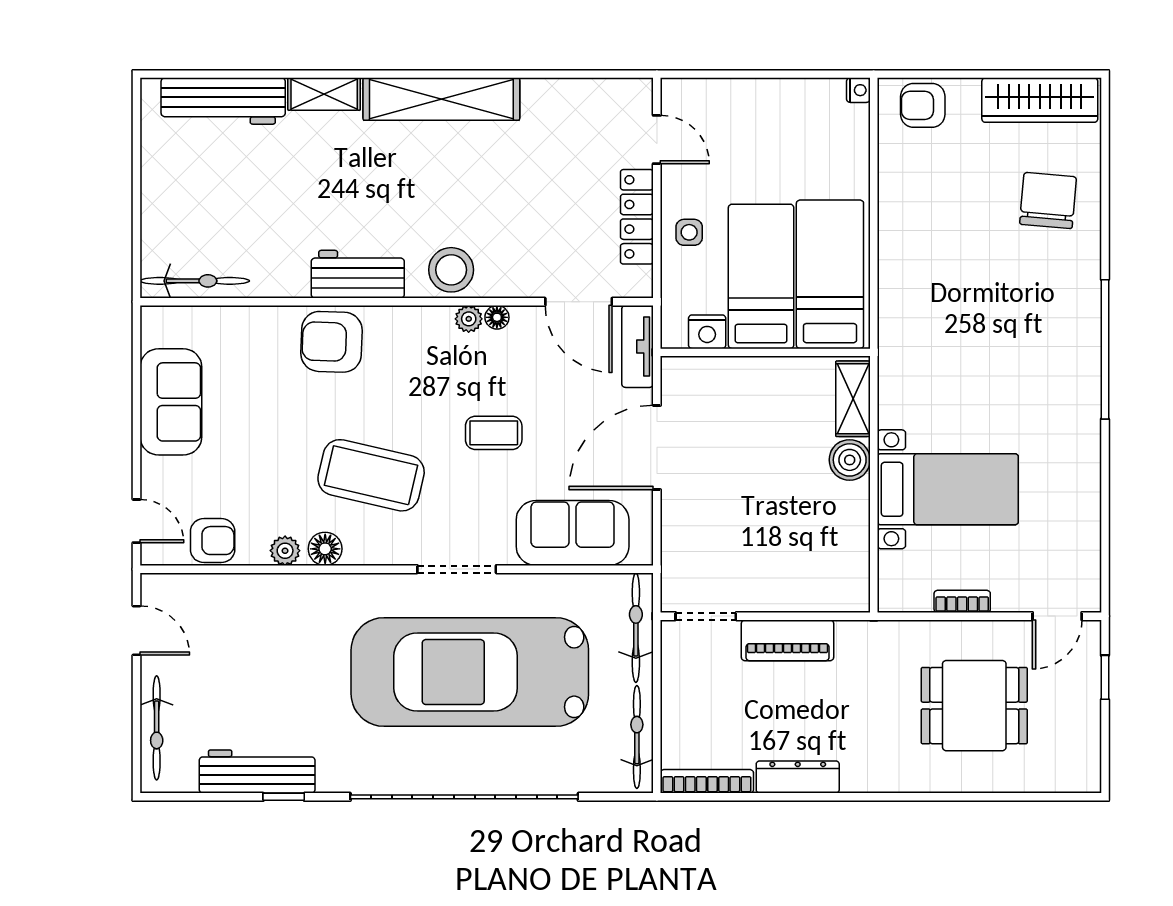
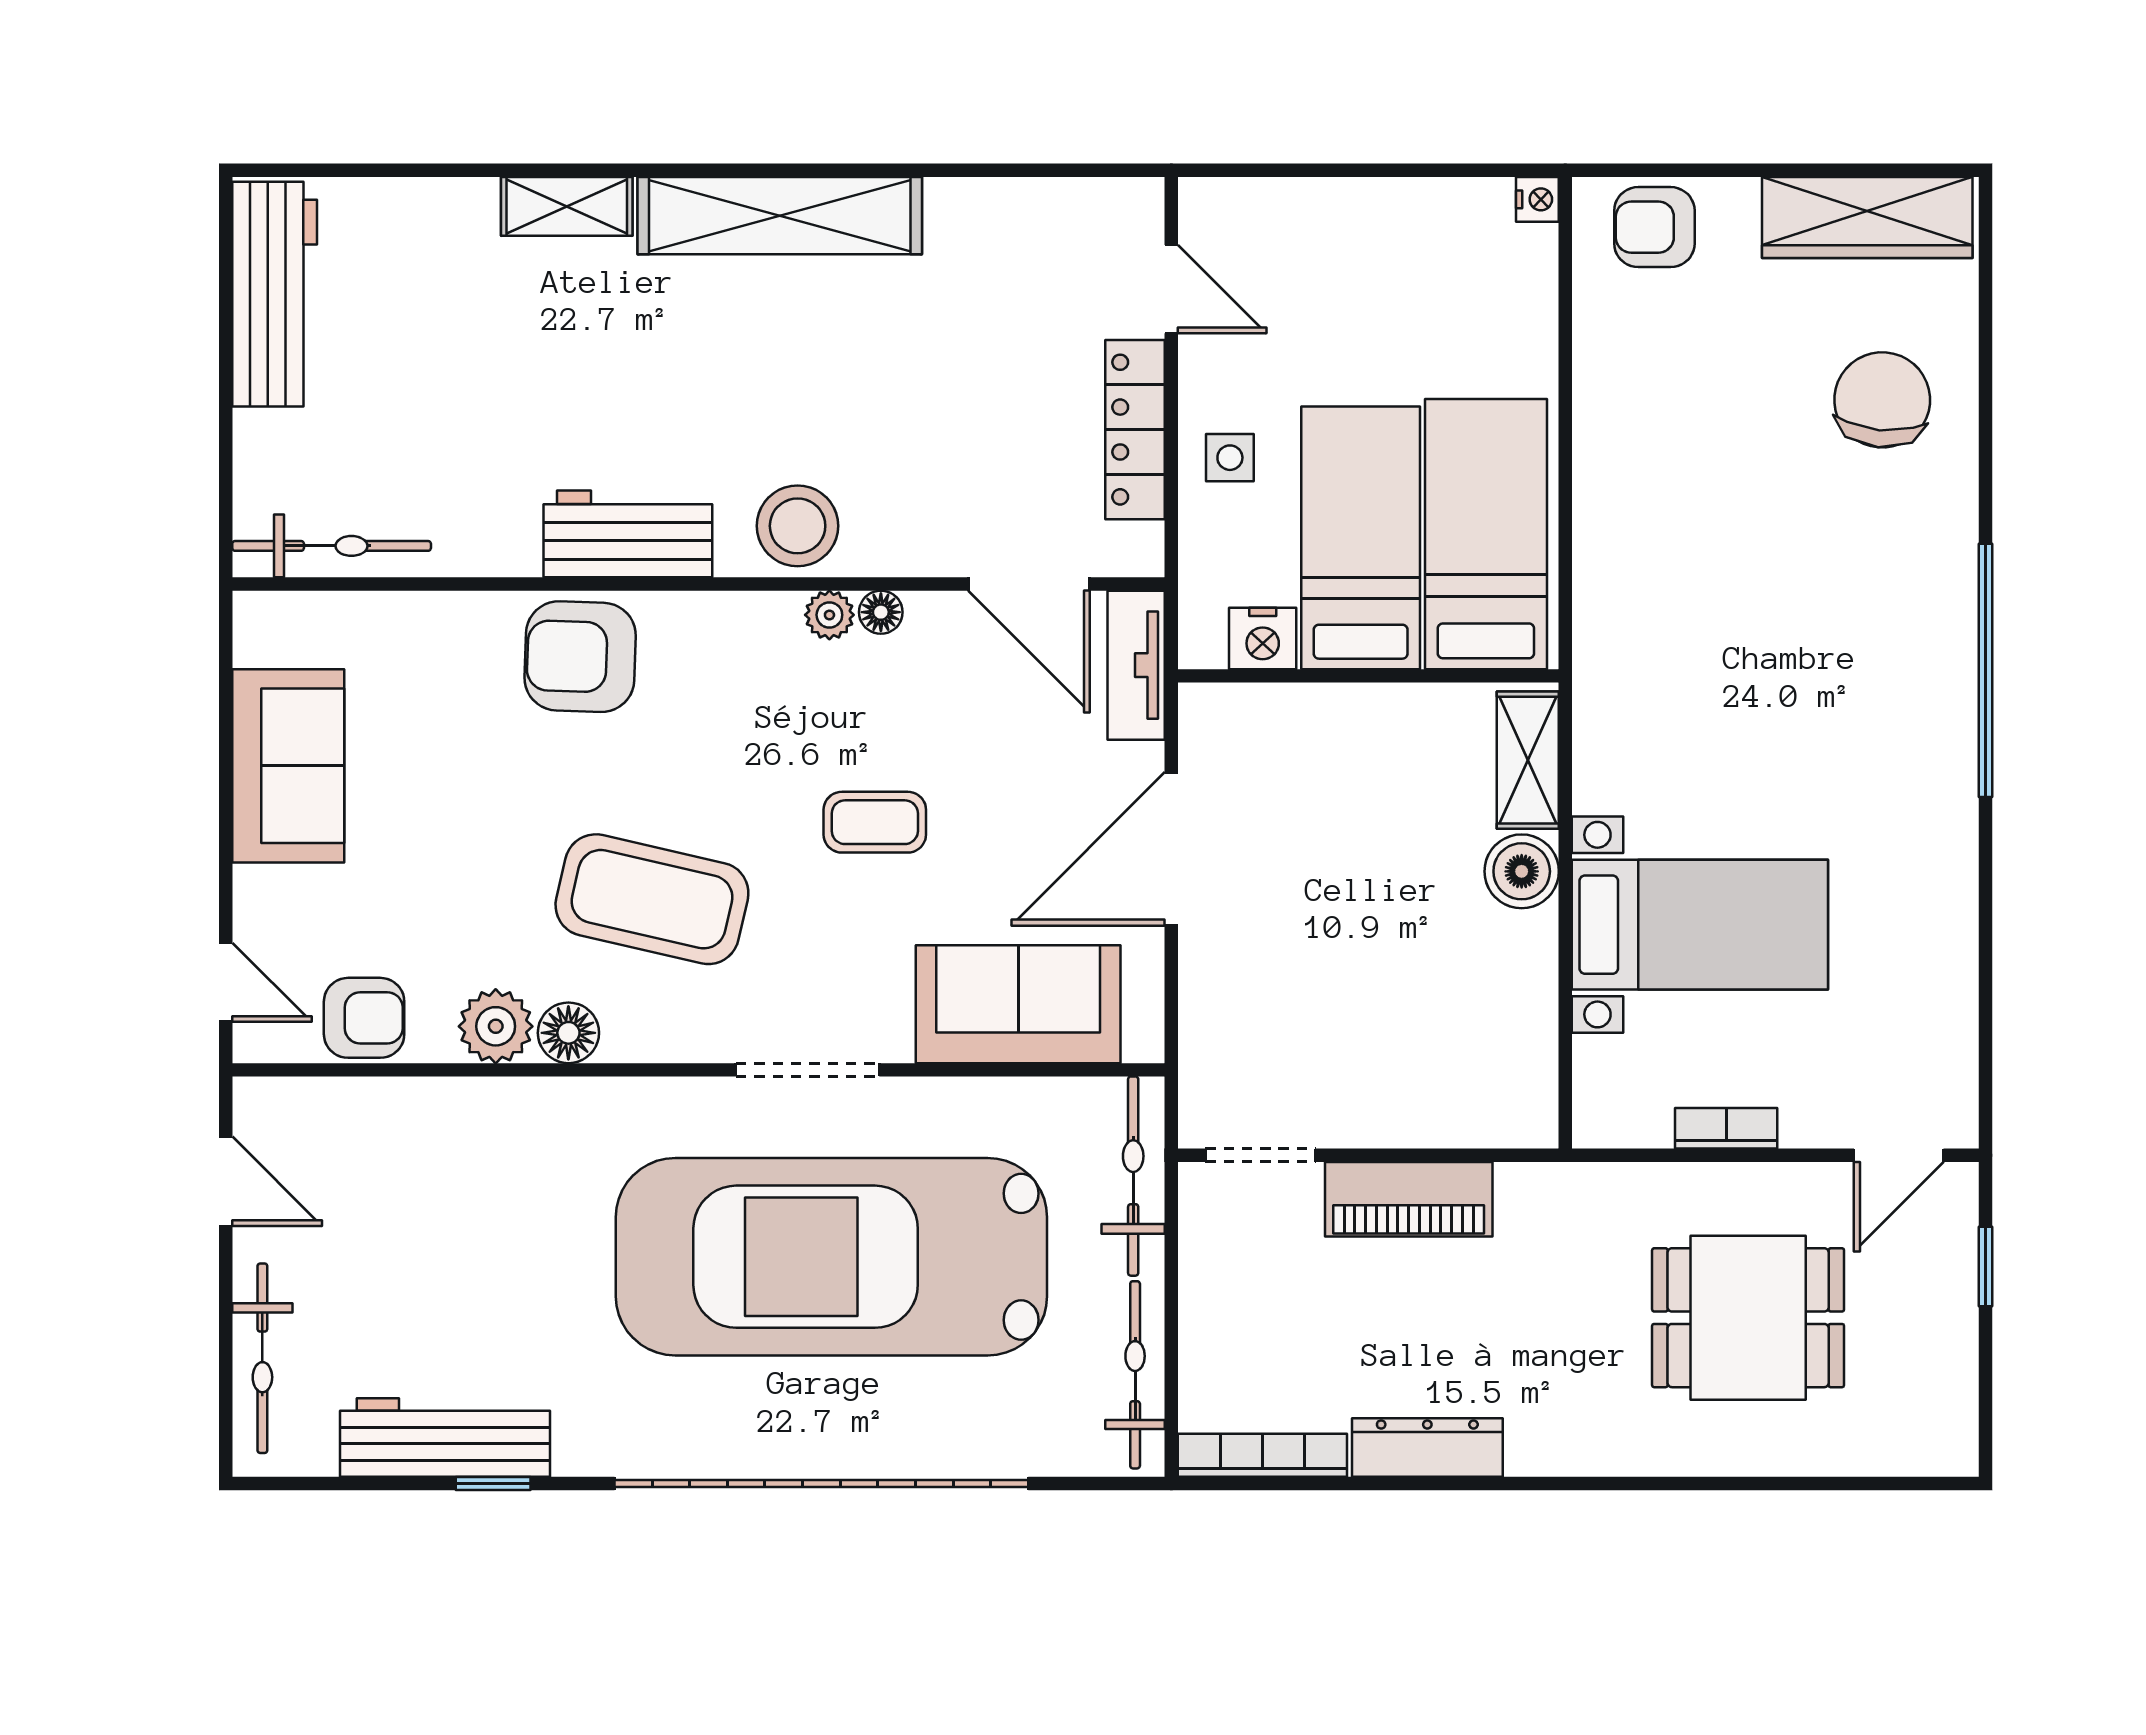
workbench: (223, 101) -> (275, 294), moved, turned -90
plant: (285, 551) -> (496, 1026), width x1.38, depth x1.38

